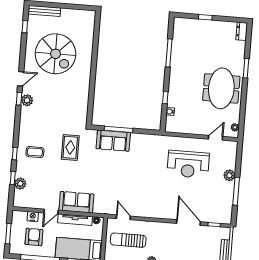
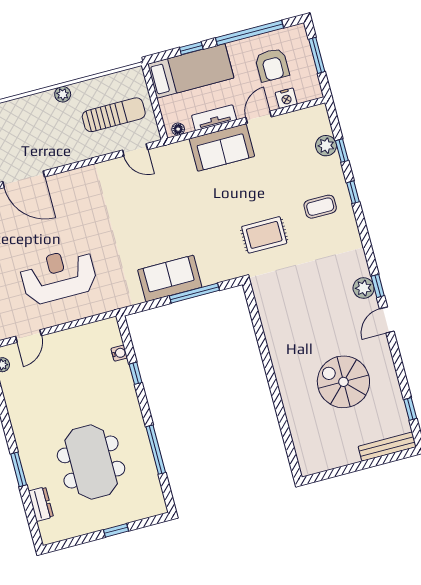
dresser: (242, 31) -> (41, 504), moved
spiral stairs: (56, 54) -> (343, 382), width x0.73, depth x0.73
meeting table: (221, 88) -> (91, 462), moved
sofa: (113, 141) -> (170, 278), moved
rug: (70, 147) -> (264, 235), turned 90
tv unit: (75, 220) -> (214, 118), width x0.71

